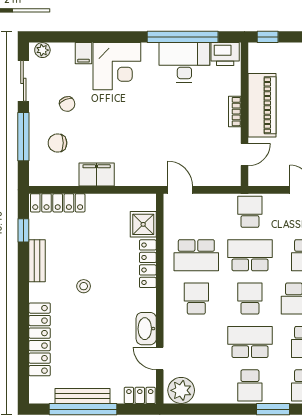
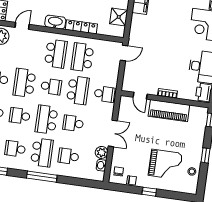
shower: (143, 224) -> (119, 17), moved
school desk: (196, 299) -> (56, 54), width x1.85
washbasin: (146, 329) -> (55, 22), moved
school desk: (250, 342) -> (24, 83), turned 180

